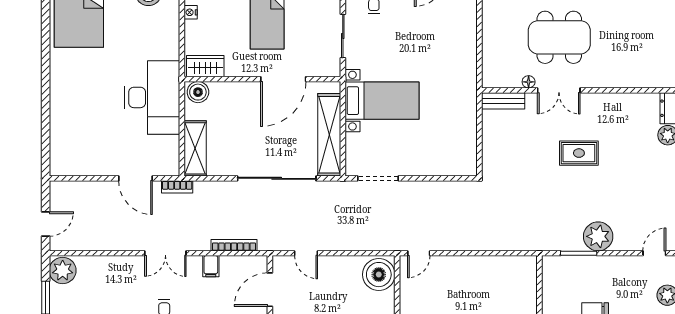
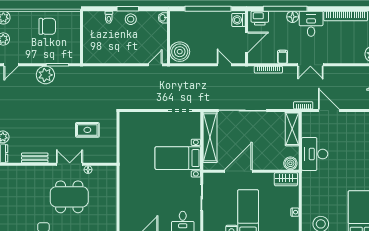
desk: (152, 97) -> (315, 154), width x0.73, depth x0.77
bench: (503, 101) -> (35, 158), moved
rug: (579, 153) -> (87, 130), moved
double door: (165, 253) -> (310, 65), swing flipped

